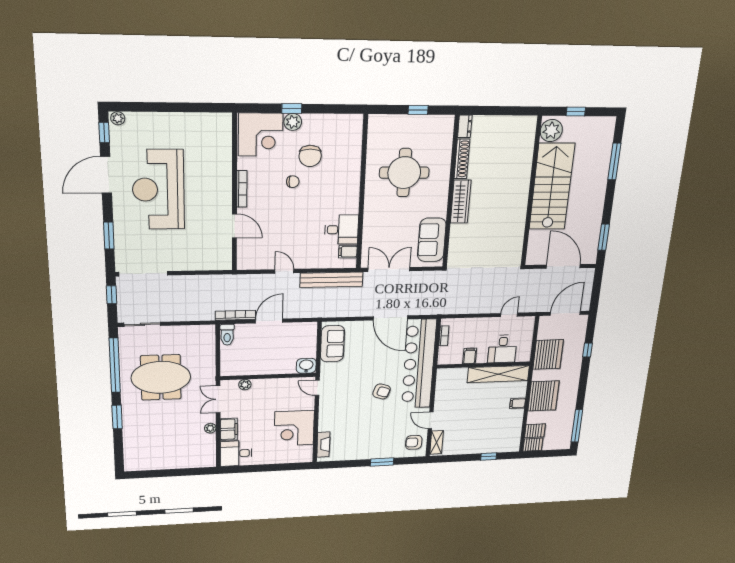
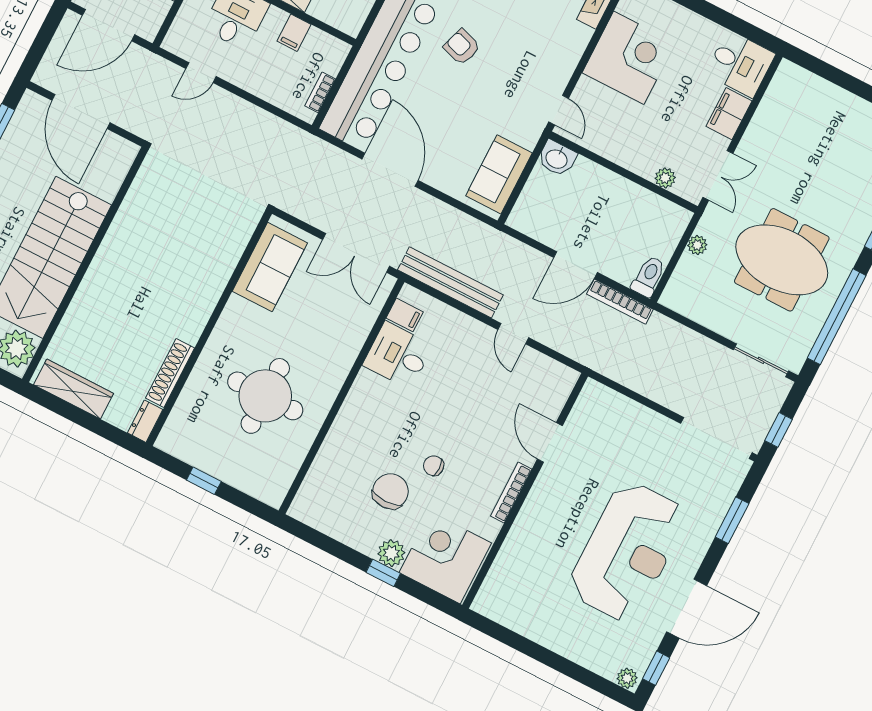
wardrobe: (461, 202) -> (74, 389), moved, turned 90
plant: (210, 428) -> (697, 245), moved

